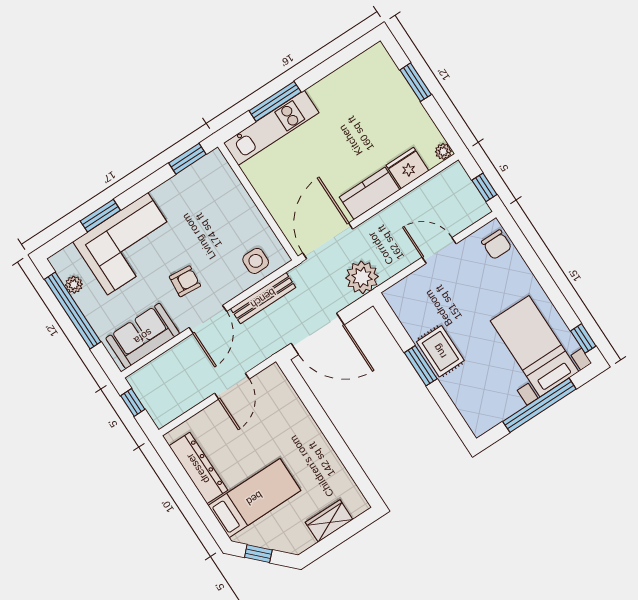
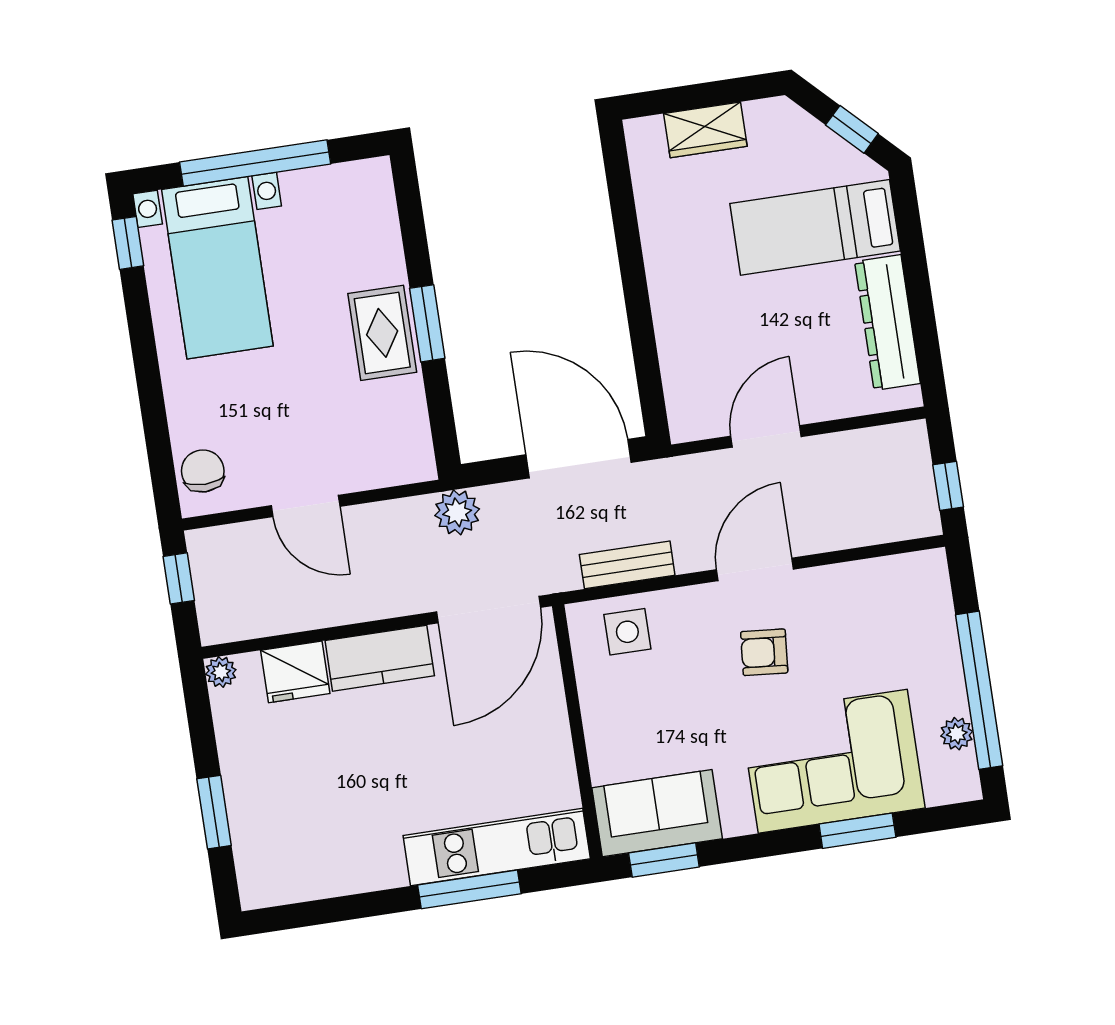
plant: (362, 277) -> (457, 512), width x0.73, depth x0.73
bench: (263, 298) -> (627, 565), width x0.73
sofa: (143, 336) -> (657, 813), moved, turned 180

